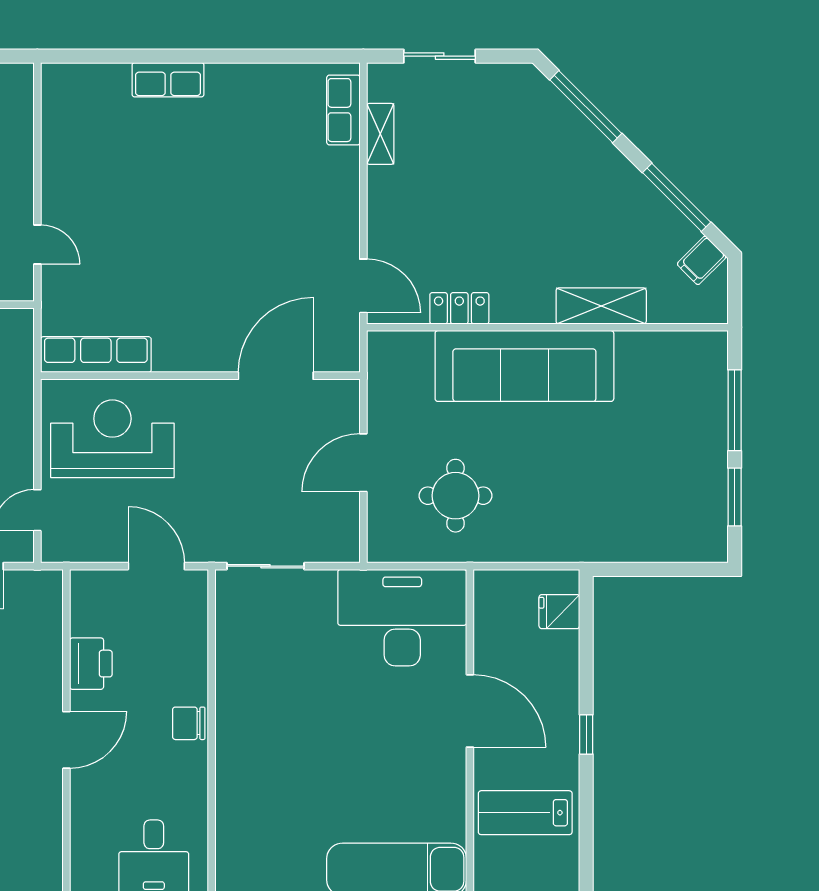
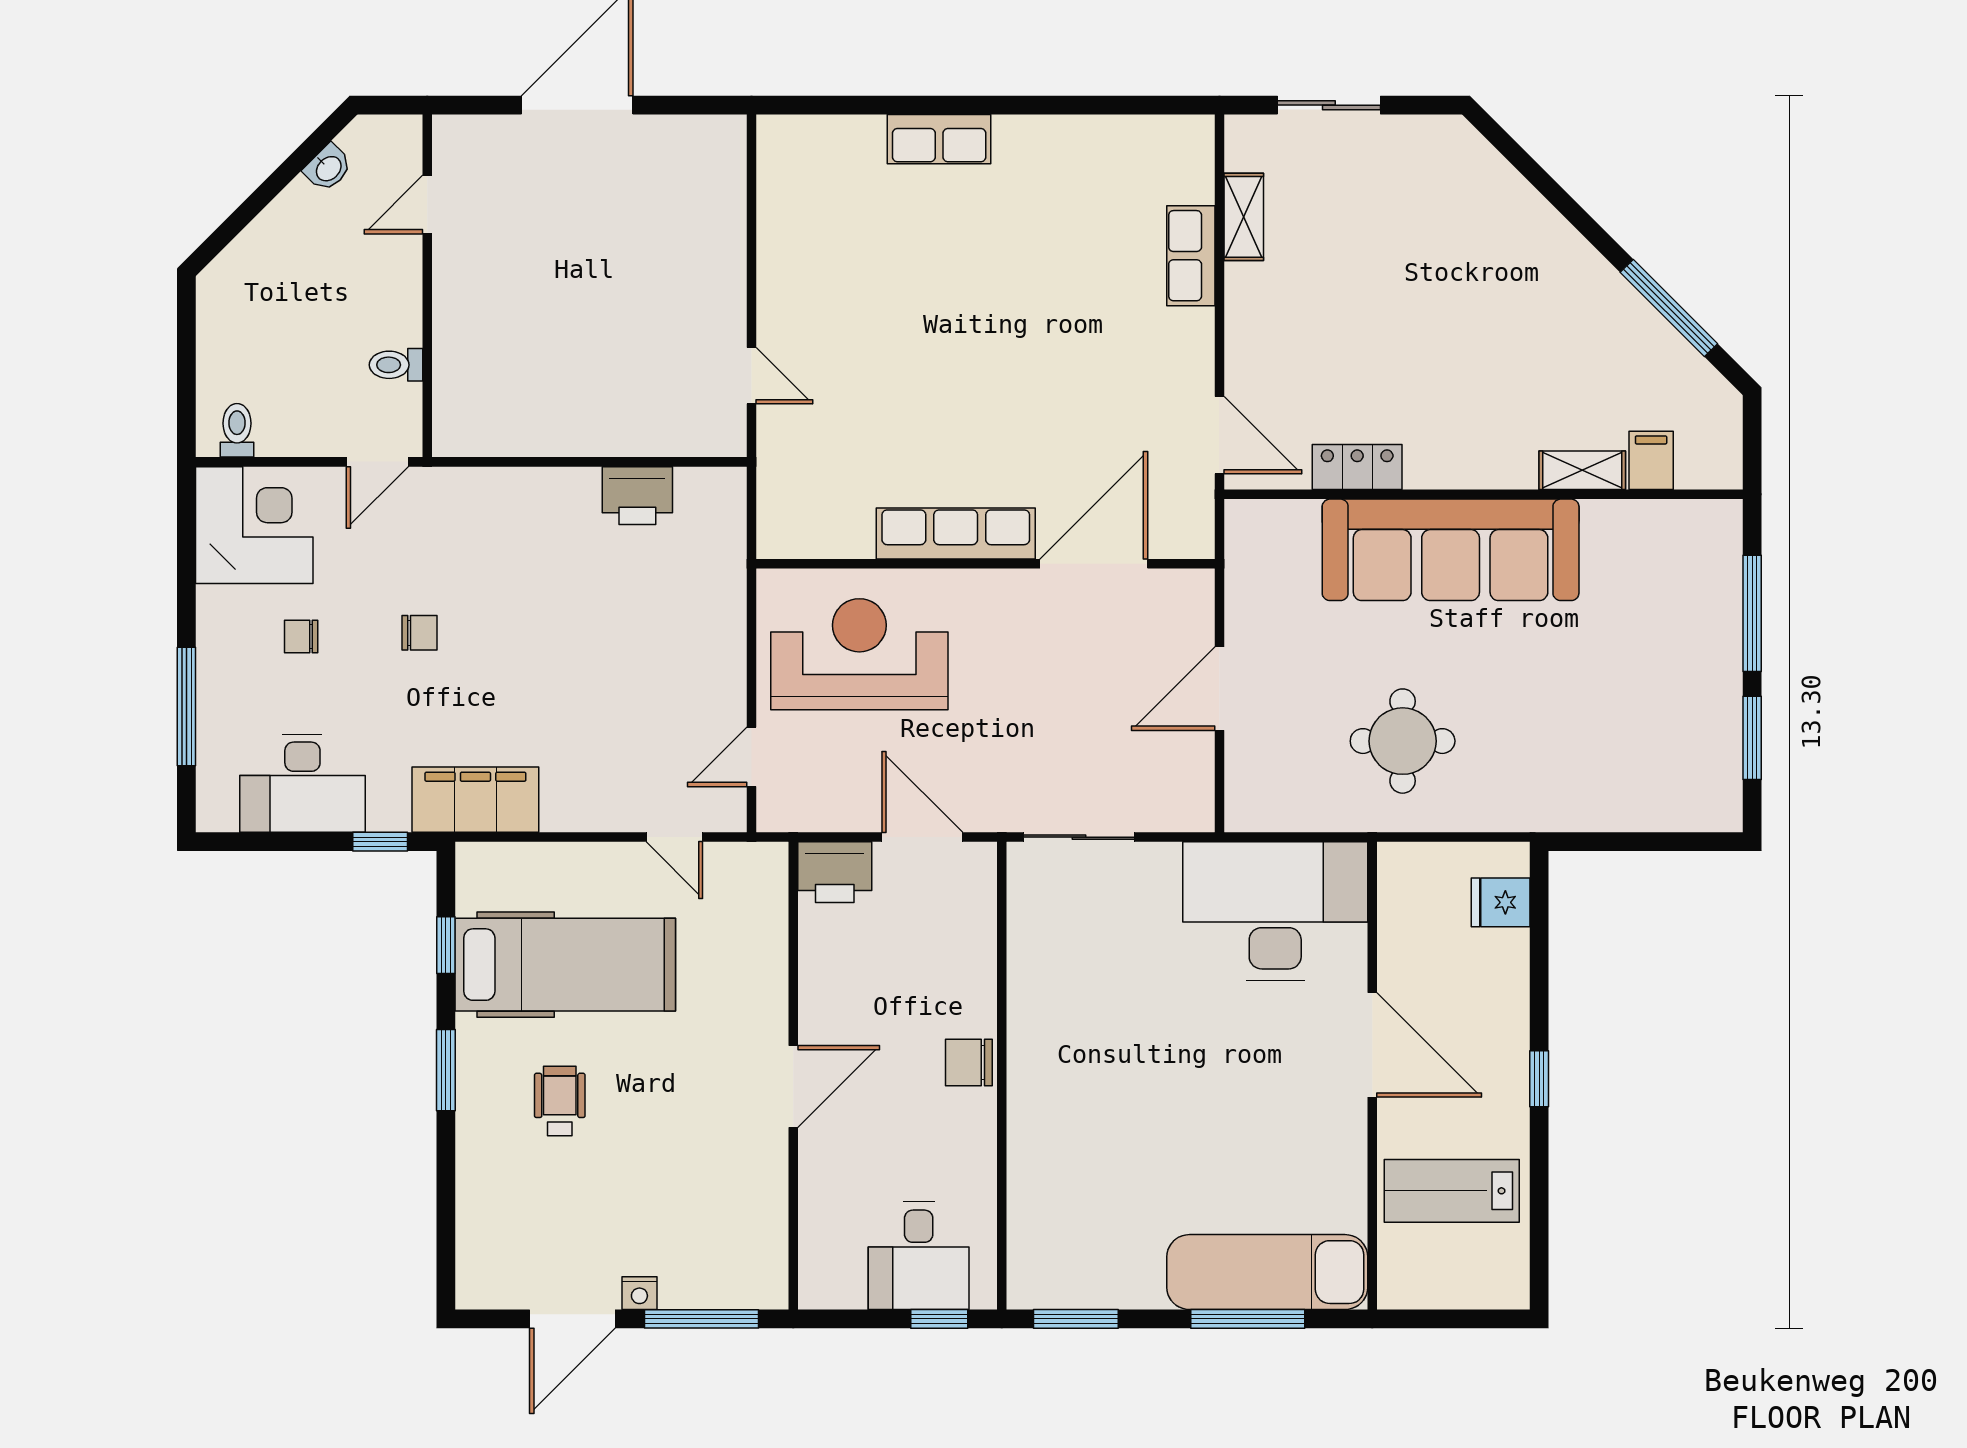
window: (586, 107) -> (1539, 178), removed
row of seats: (343, 110) -> (1191, 256), moved
filing cabinet: (702, 260) -> (1651, 460), moved, turned 135
shelving: (601, 306) -> (1582, 470), width x0.67, depth x0.75
row of seats: (96, 355) -> (956, 533), moved
round table: (455, 496) -> (1403, 741), moved
printer: (91, 664) -> (835, 872), moved, turned 90

